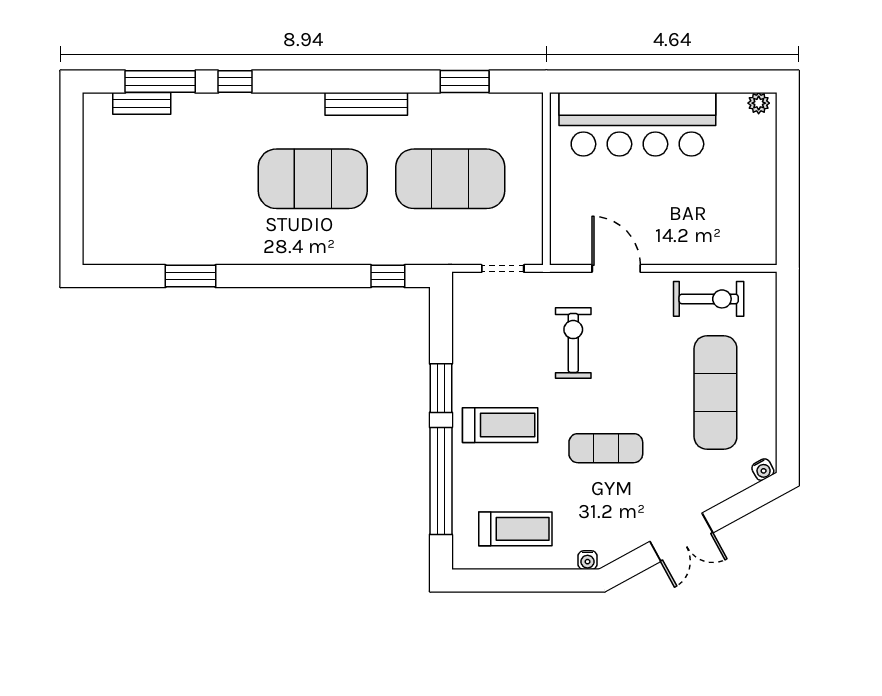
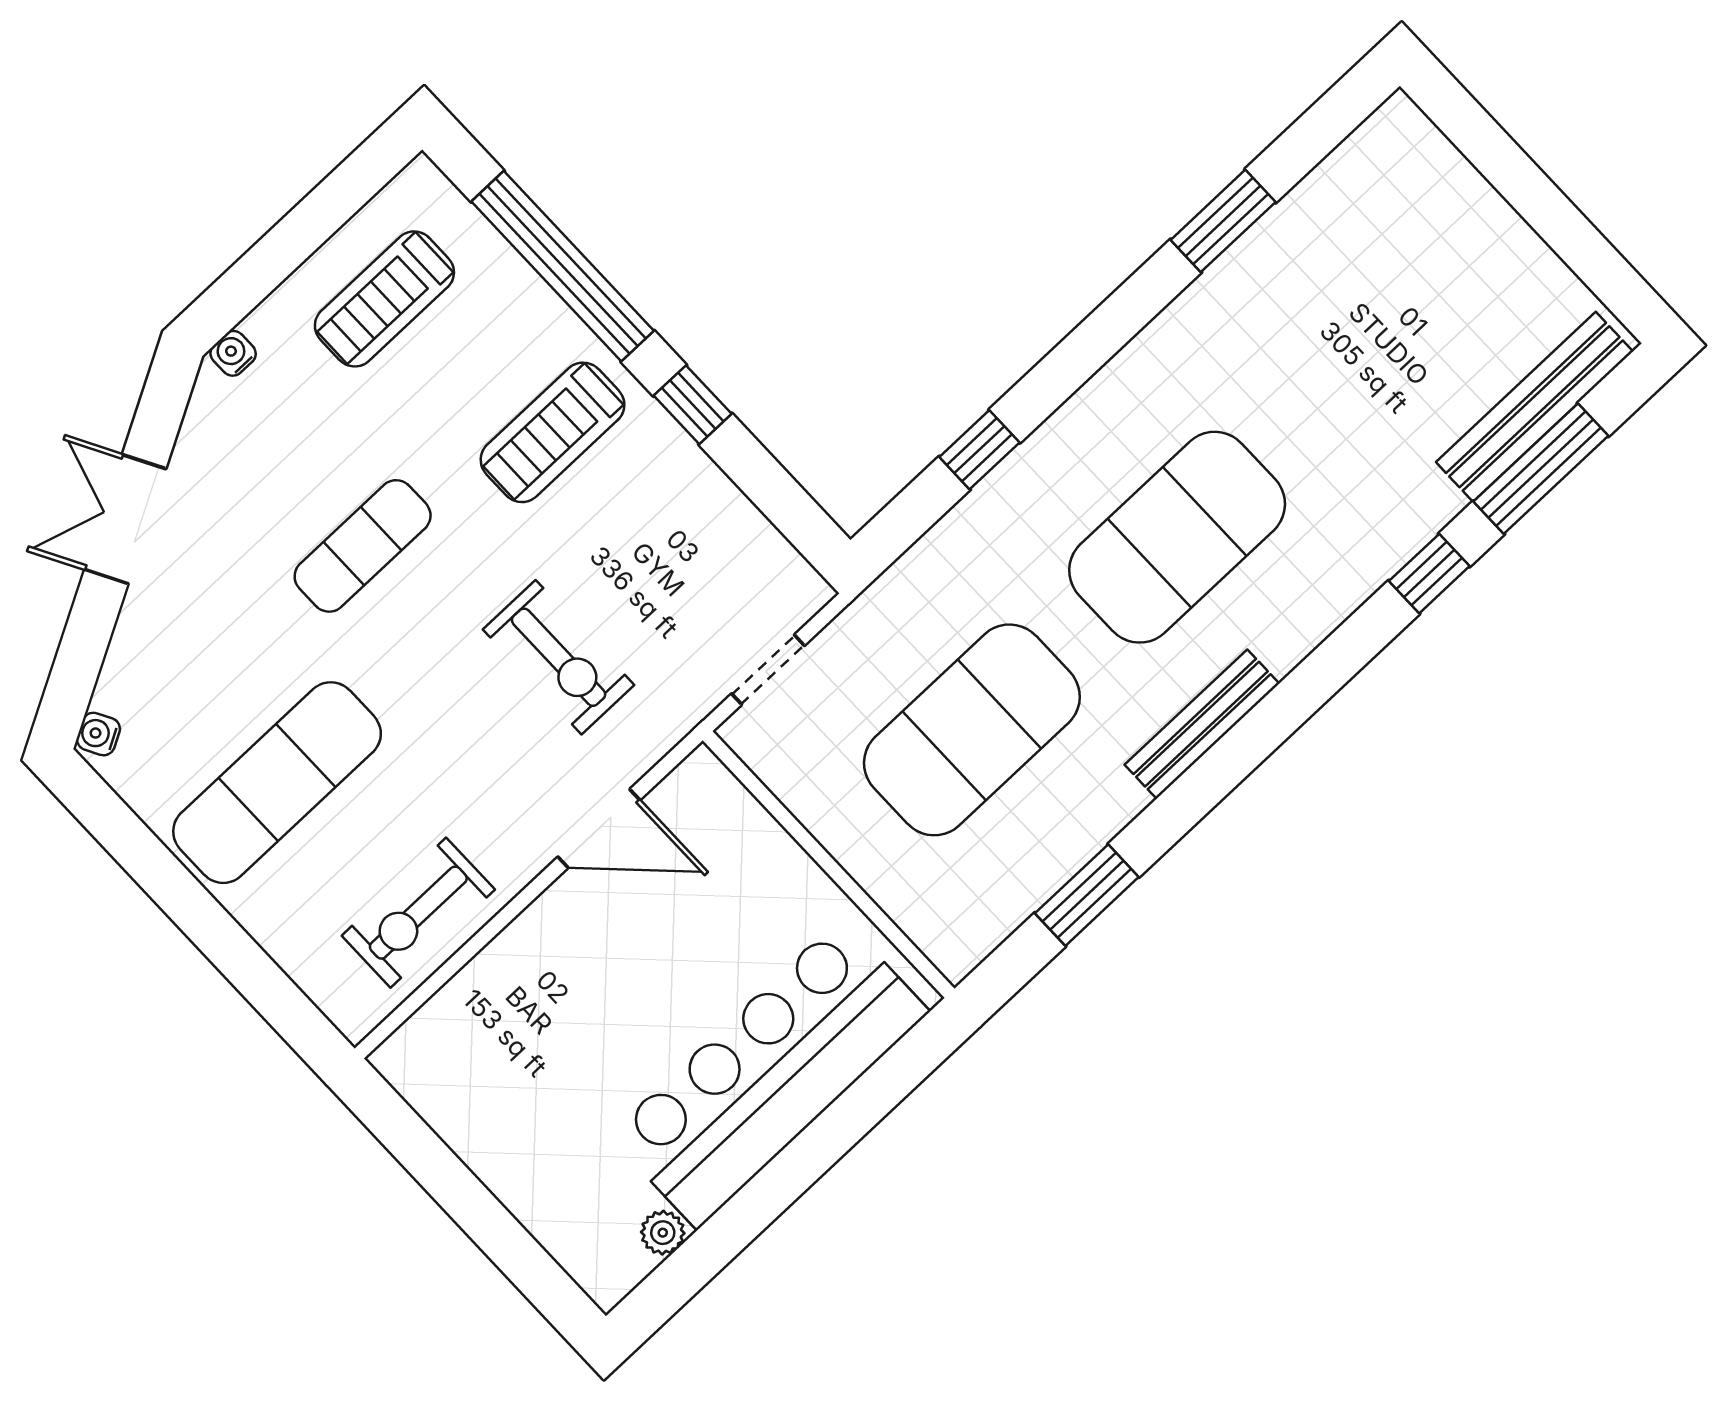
bench: (142, 103) -> (1534, 407), width x1.86, depth x1.21
plant: (759, 103) -> (663, 1233), moved
window: (388, 276) -> (979, 450), moved
window: (441, 388) -> (693, 405), width x0.67
exercise mat: (715, 393) -> (277, 783), turned 90

